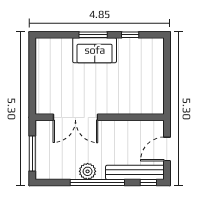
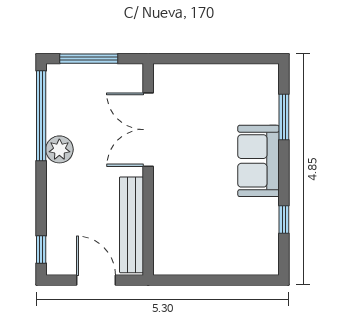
window: (93, 35) -> (284, 117), moved
bench: (135, 172) -> (132, 225), moved
window: (97, 183) -> (41, 116), moved

